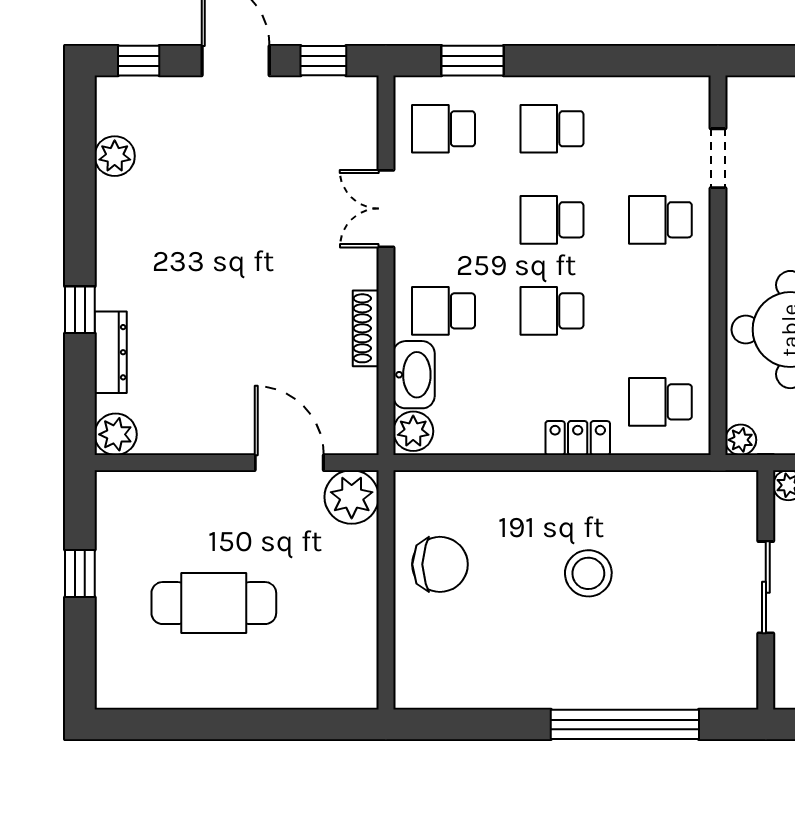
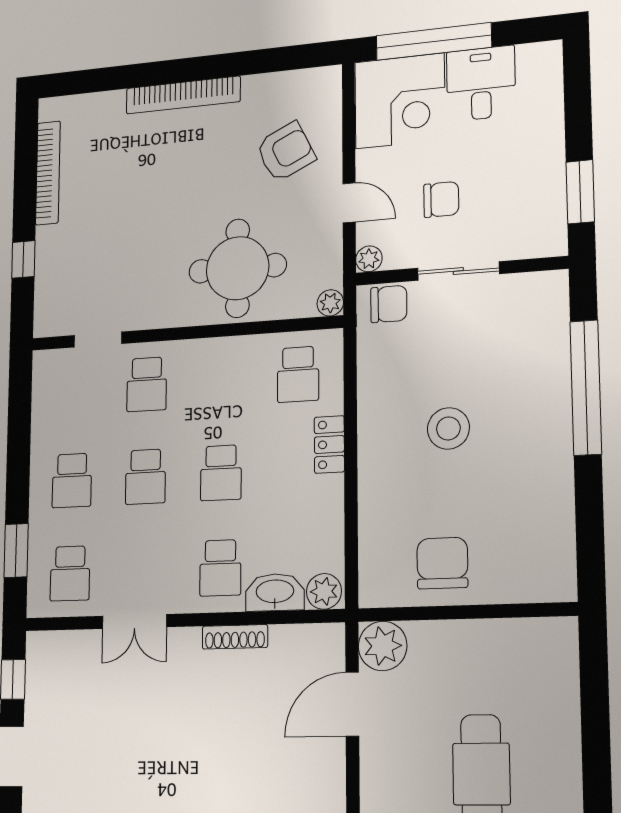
chair: (734, 508) -> (389, 304), added

